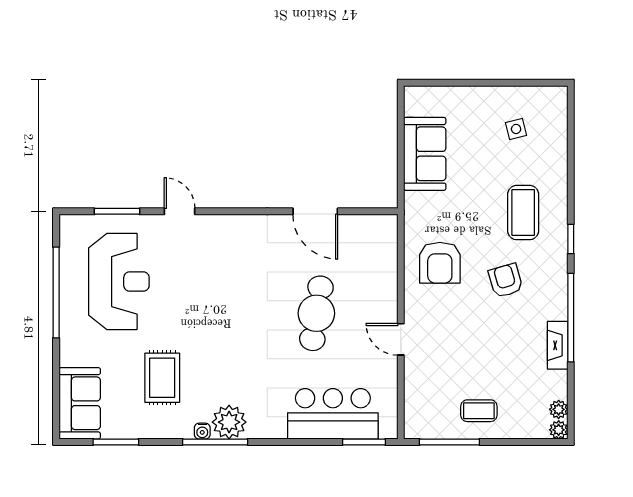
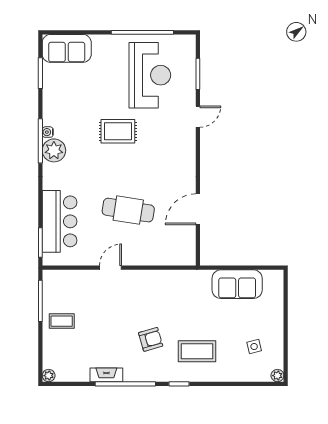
armchair: (440, 263) -> (163, 294), removed
reception desk: (119, 282) -> (150, 75), turned -90
rug: (162, 378) -> (118, 131), moved
plant: (559, 409) -> (277, 376), moved
coffee table: (479, 411) -> (62, 321), turned 90

